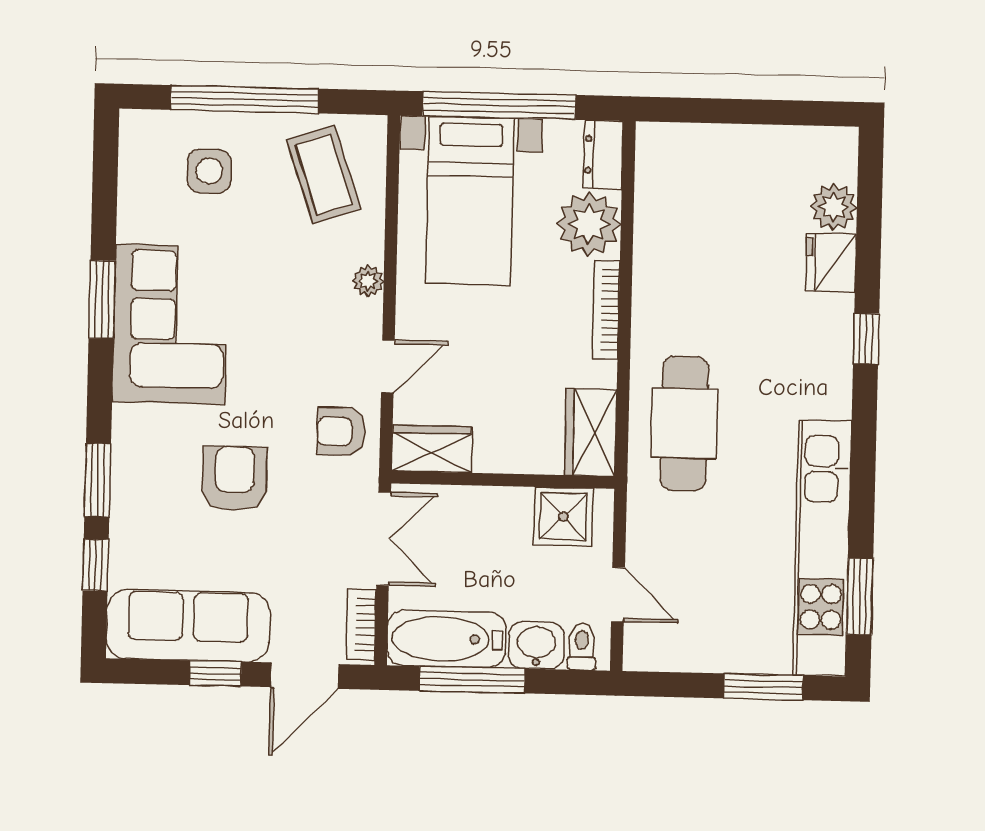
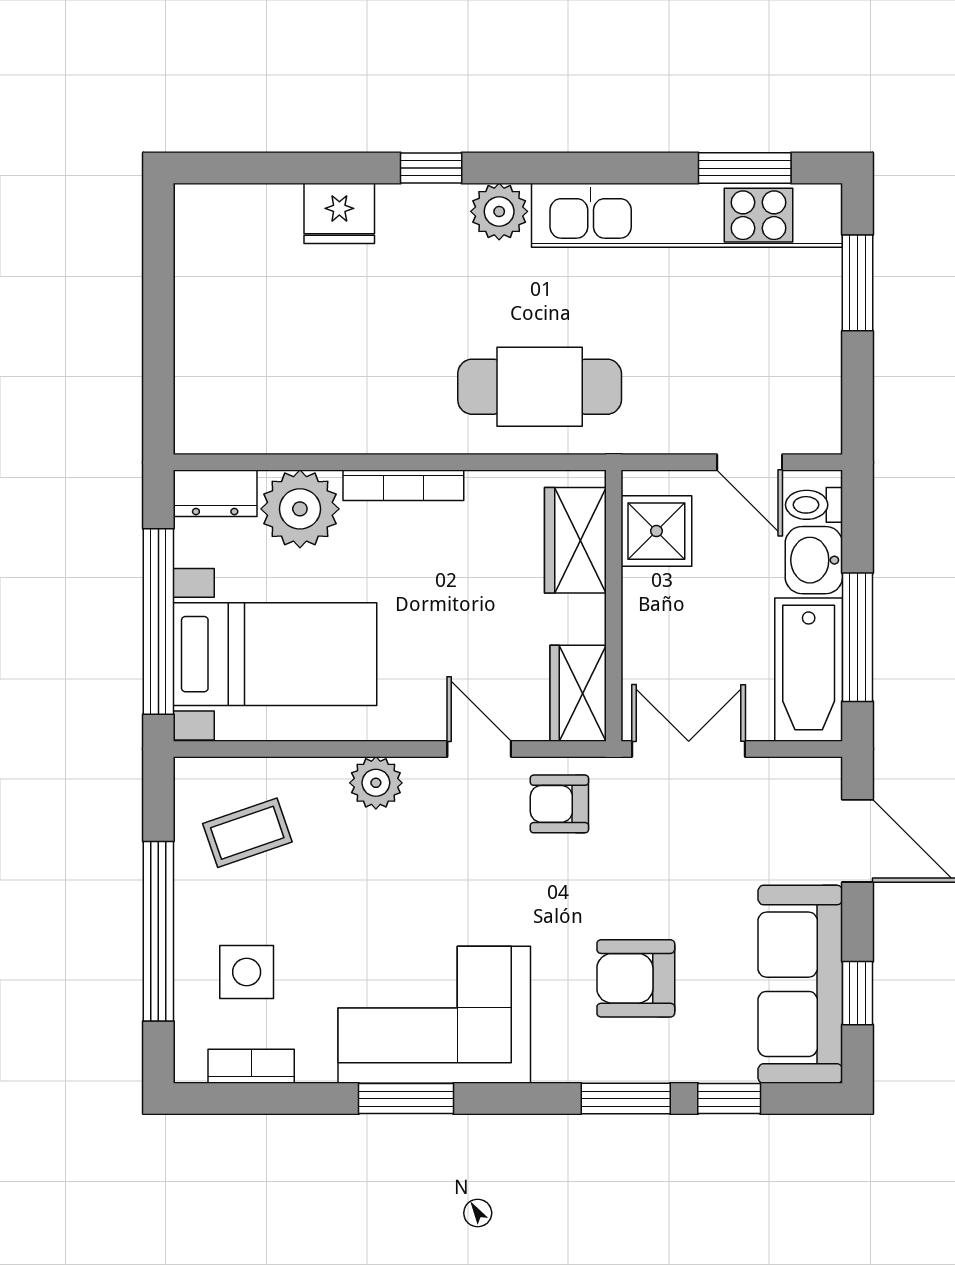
coffee table: (324, 174) -> (247, 833), width x0.73, depth x0.77
plant: (834, 207) -> (499, 211), moved
plant: (368, 281) -> (376, 783), width x1.38, depth x1.38
armchair: (341, 431) -> (559, 804), turned 90
wardrobe: (591, 432) -> (575, 540), moved, turned 90
armchair: (234, 479) -> (636, 978), moved
door: (618, 594) -> (750, 462), swing flipped
bookcase: (361, 624) -> (251, 1066), moved, turned 180
window: (215, 673) -> (858, 993), moved

